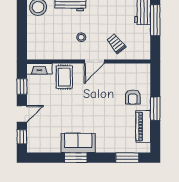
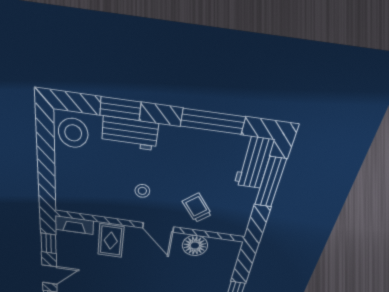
door: (94, 62) -> (158, 227), hinge flipped
floor lamp: (120, 72) -> (195, 246), added
armchair: (133, 97) -> (206, 278), removed

